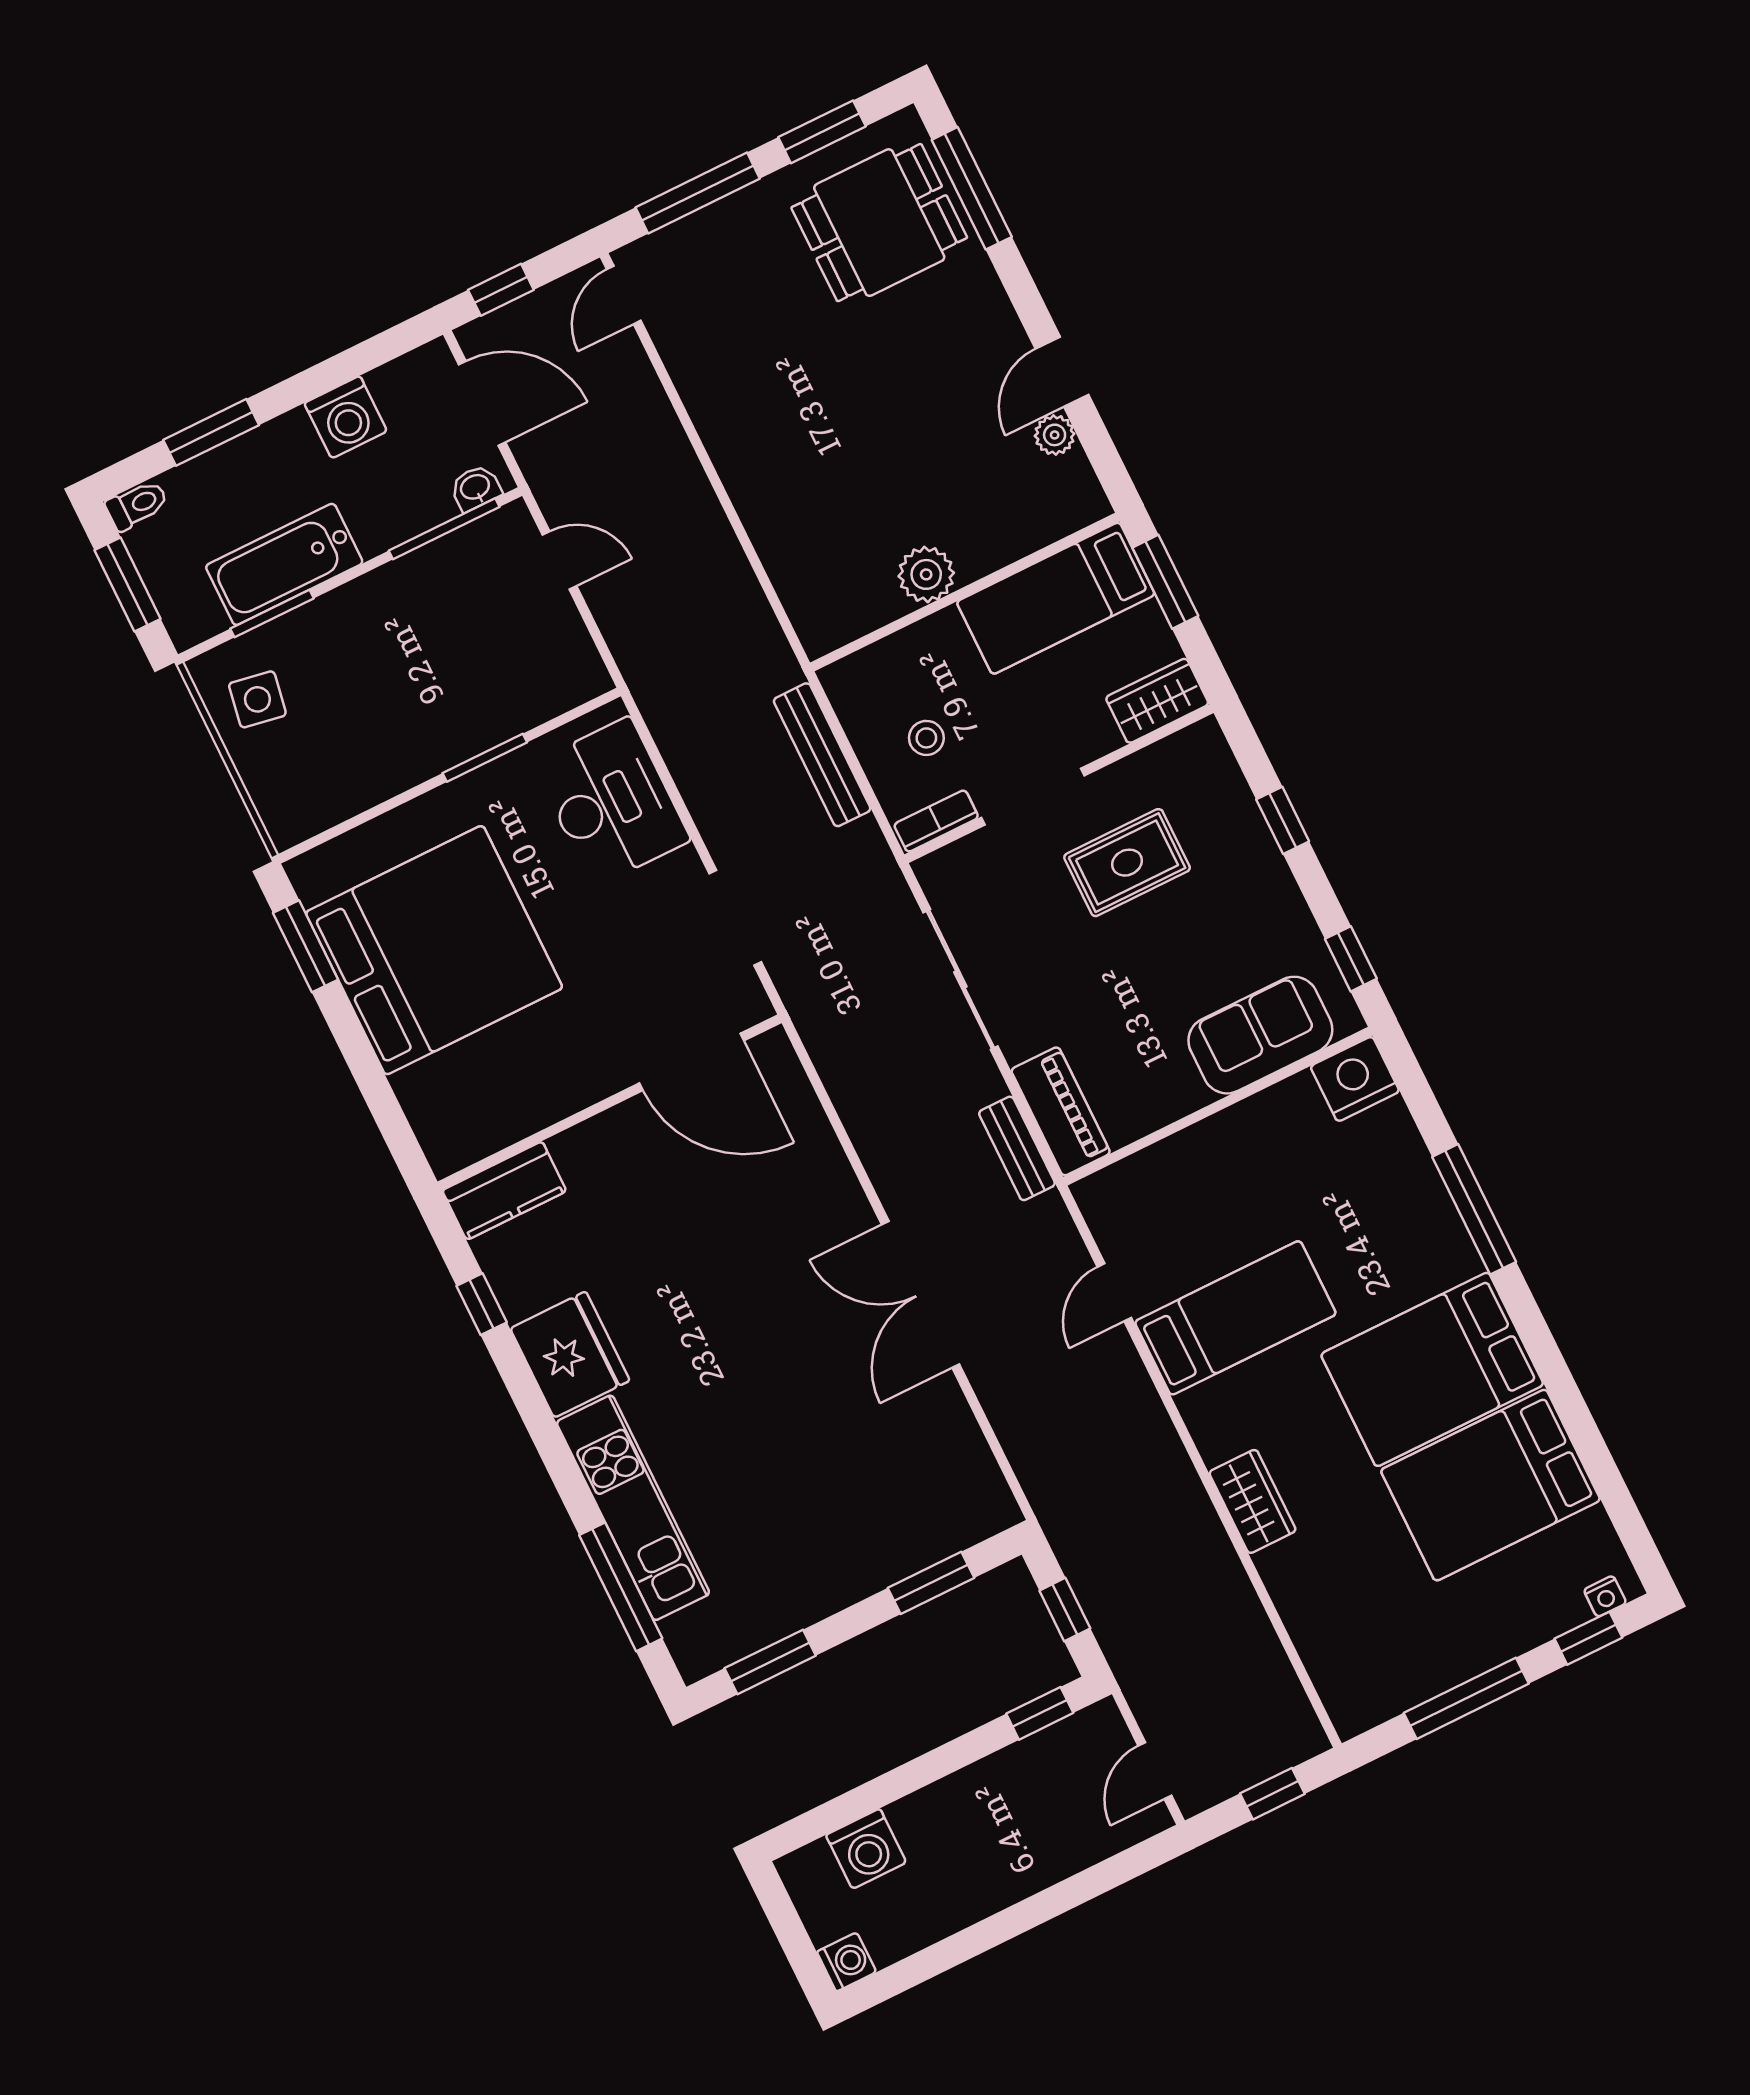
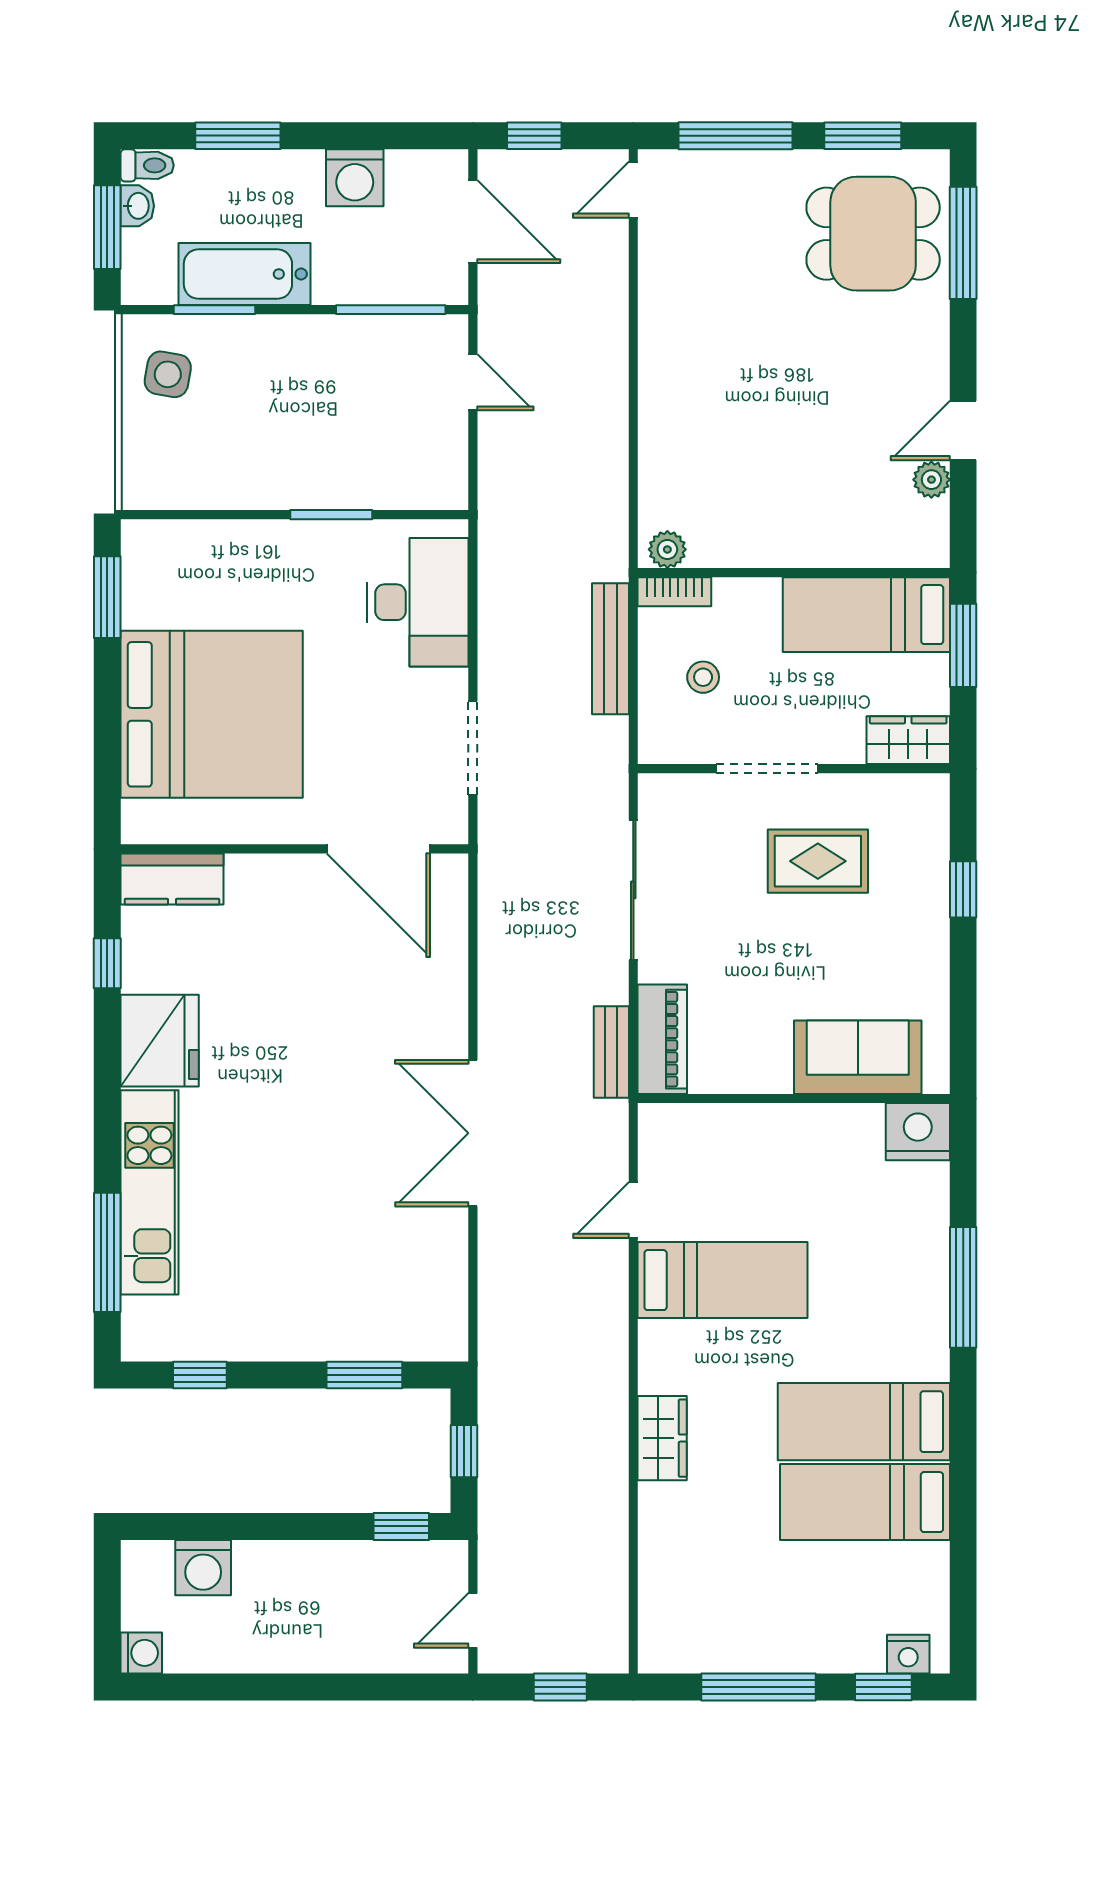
washbasin: (475, 488) -> (137, 206), moved, turned 90
plant: (926, 574) -> (667, 549), moved, width x0.73, depth x0.73
bookcase: (936, 821) -> (674, 592), moved, turned 180
bed: (434, 950) -> (212, 714), moved
window: (1351, 959) -> (963, 1031), removed
bed: (1432, 1369) -> (864, 1422), width x0.67
bed: (1491, 1485) -> (865, 1502), width x0.67
nightstand: (1605, 1596) -> (908, 1654), width x1.39, depth x1.35
window: (770, 1662) -> (200, 1375), width x0.67

